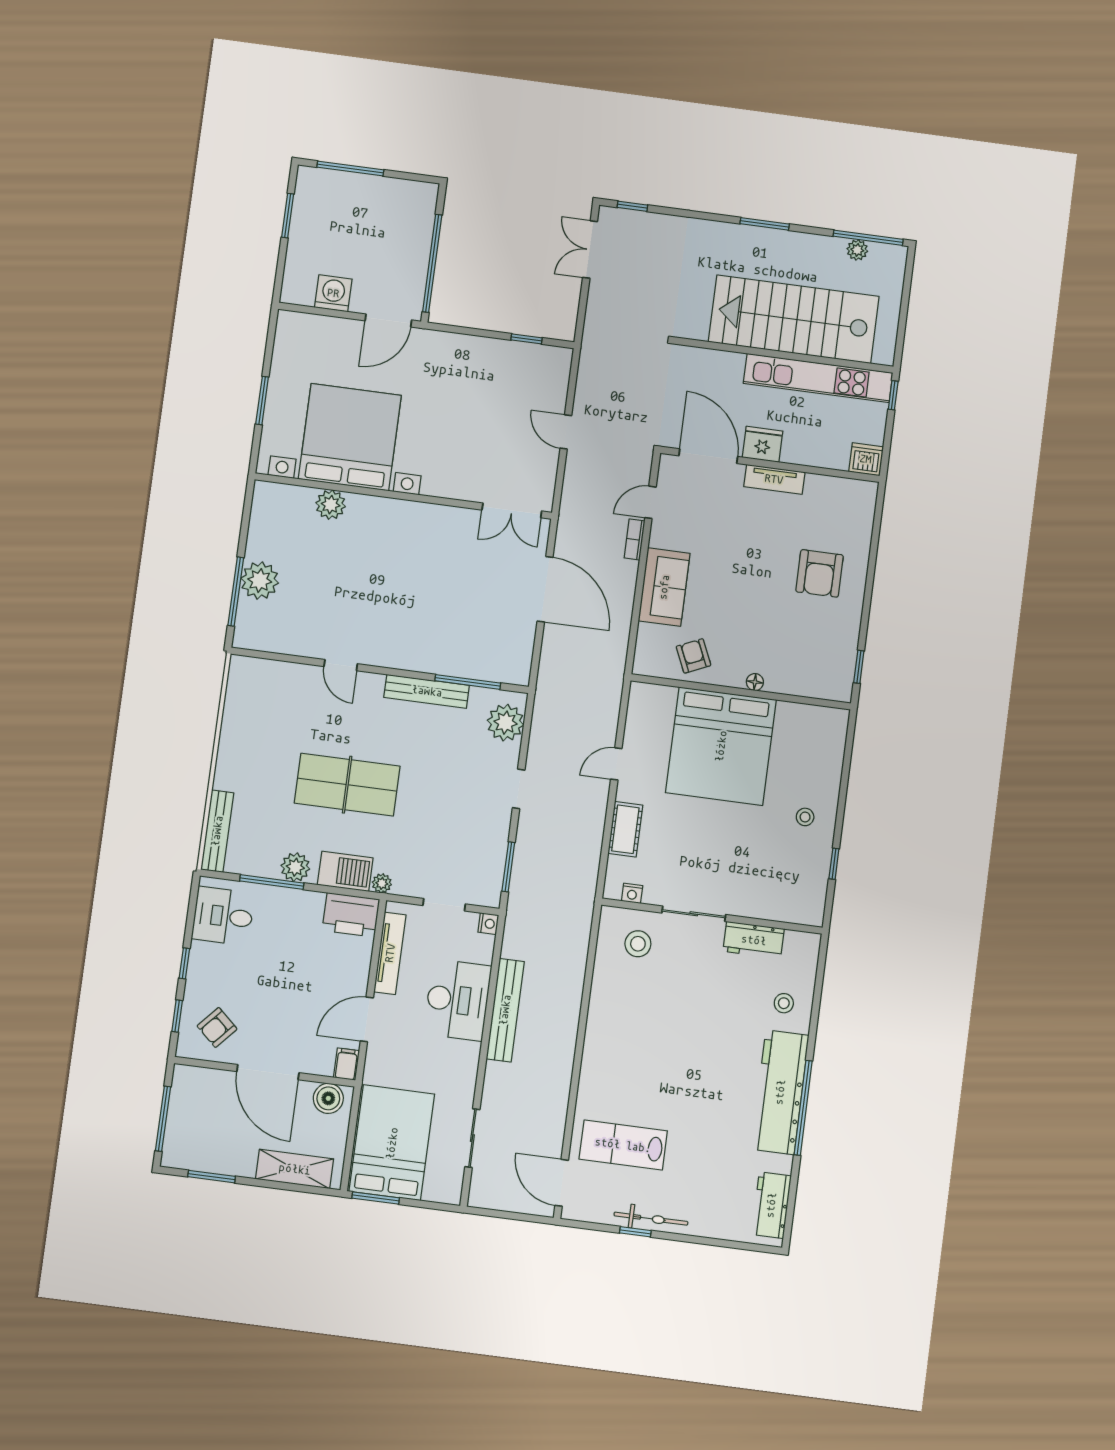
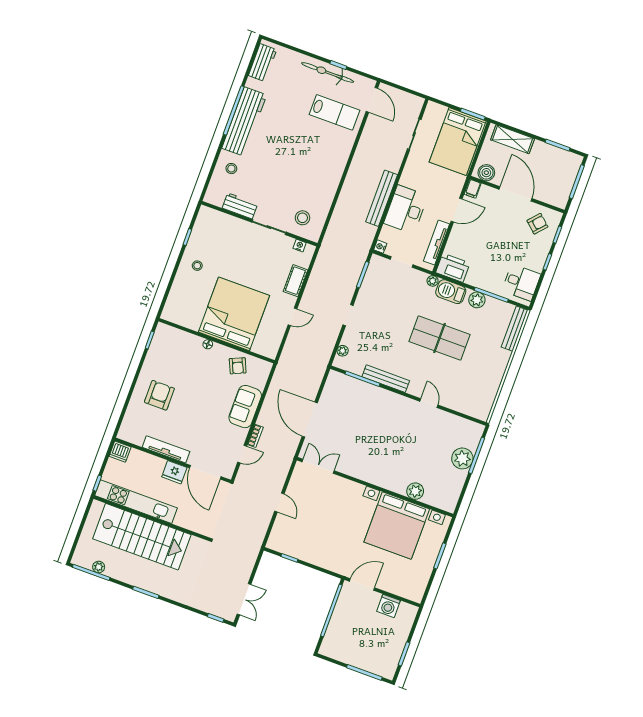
tv unit: (774, 479) -> (166, 449), width x1.41
plant: (506, 723) -> (343, 351), width x0.53, depth x0.53
bicycle: (651, 1219) -> (328, 72), width x1.37, depth x1.40

